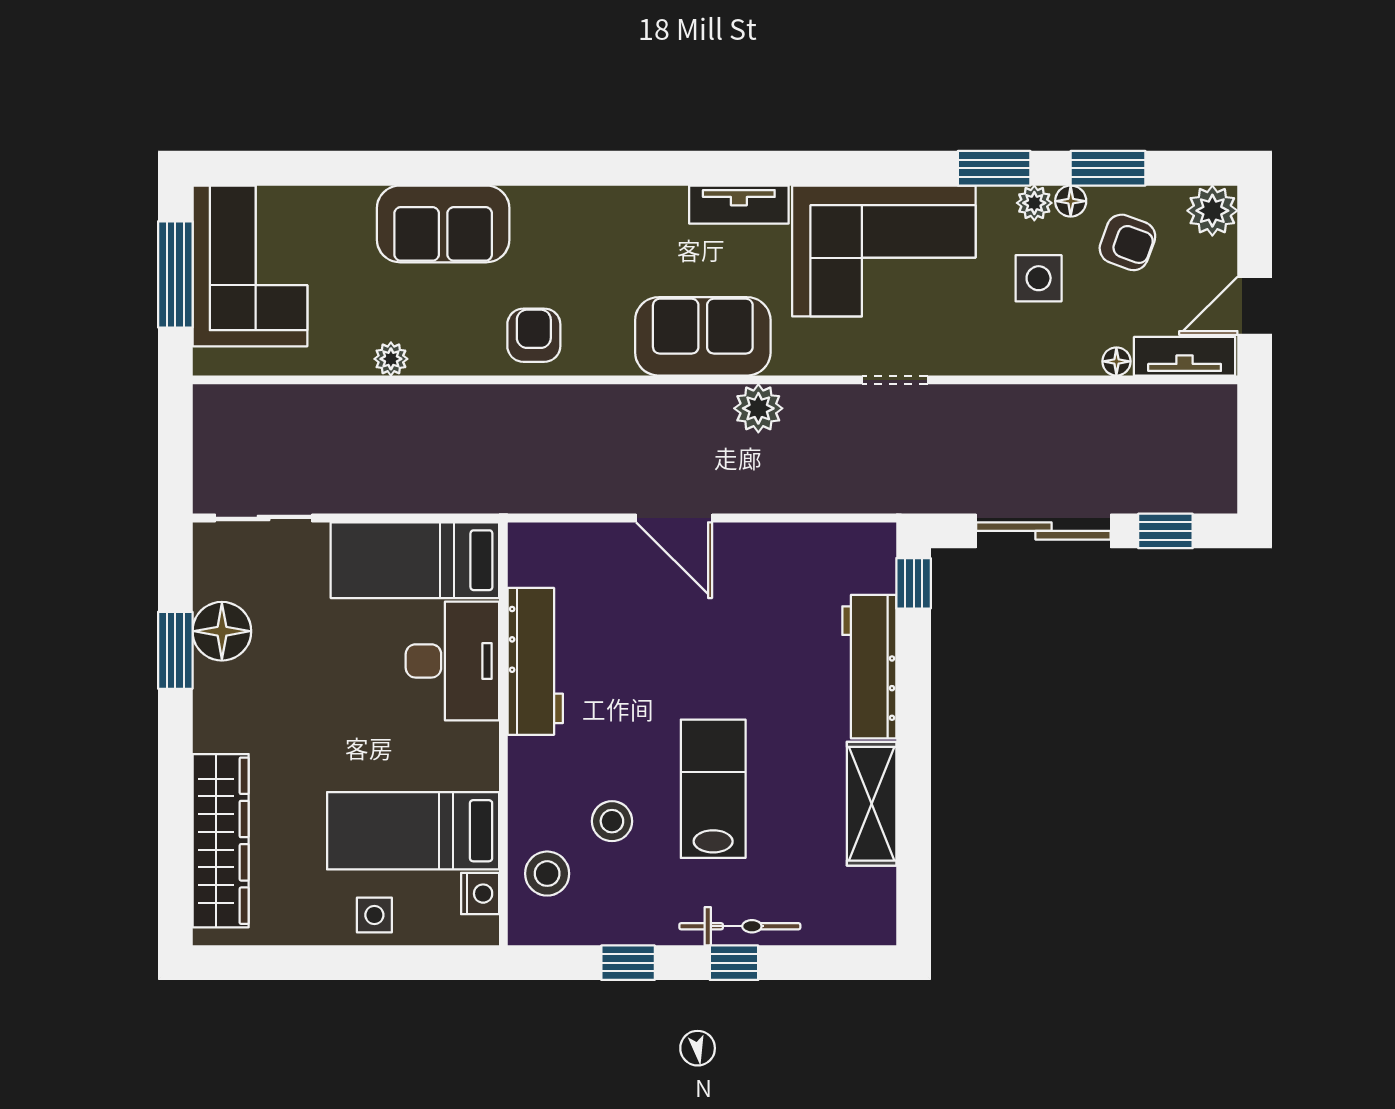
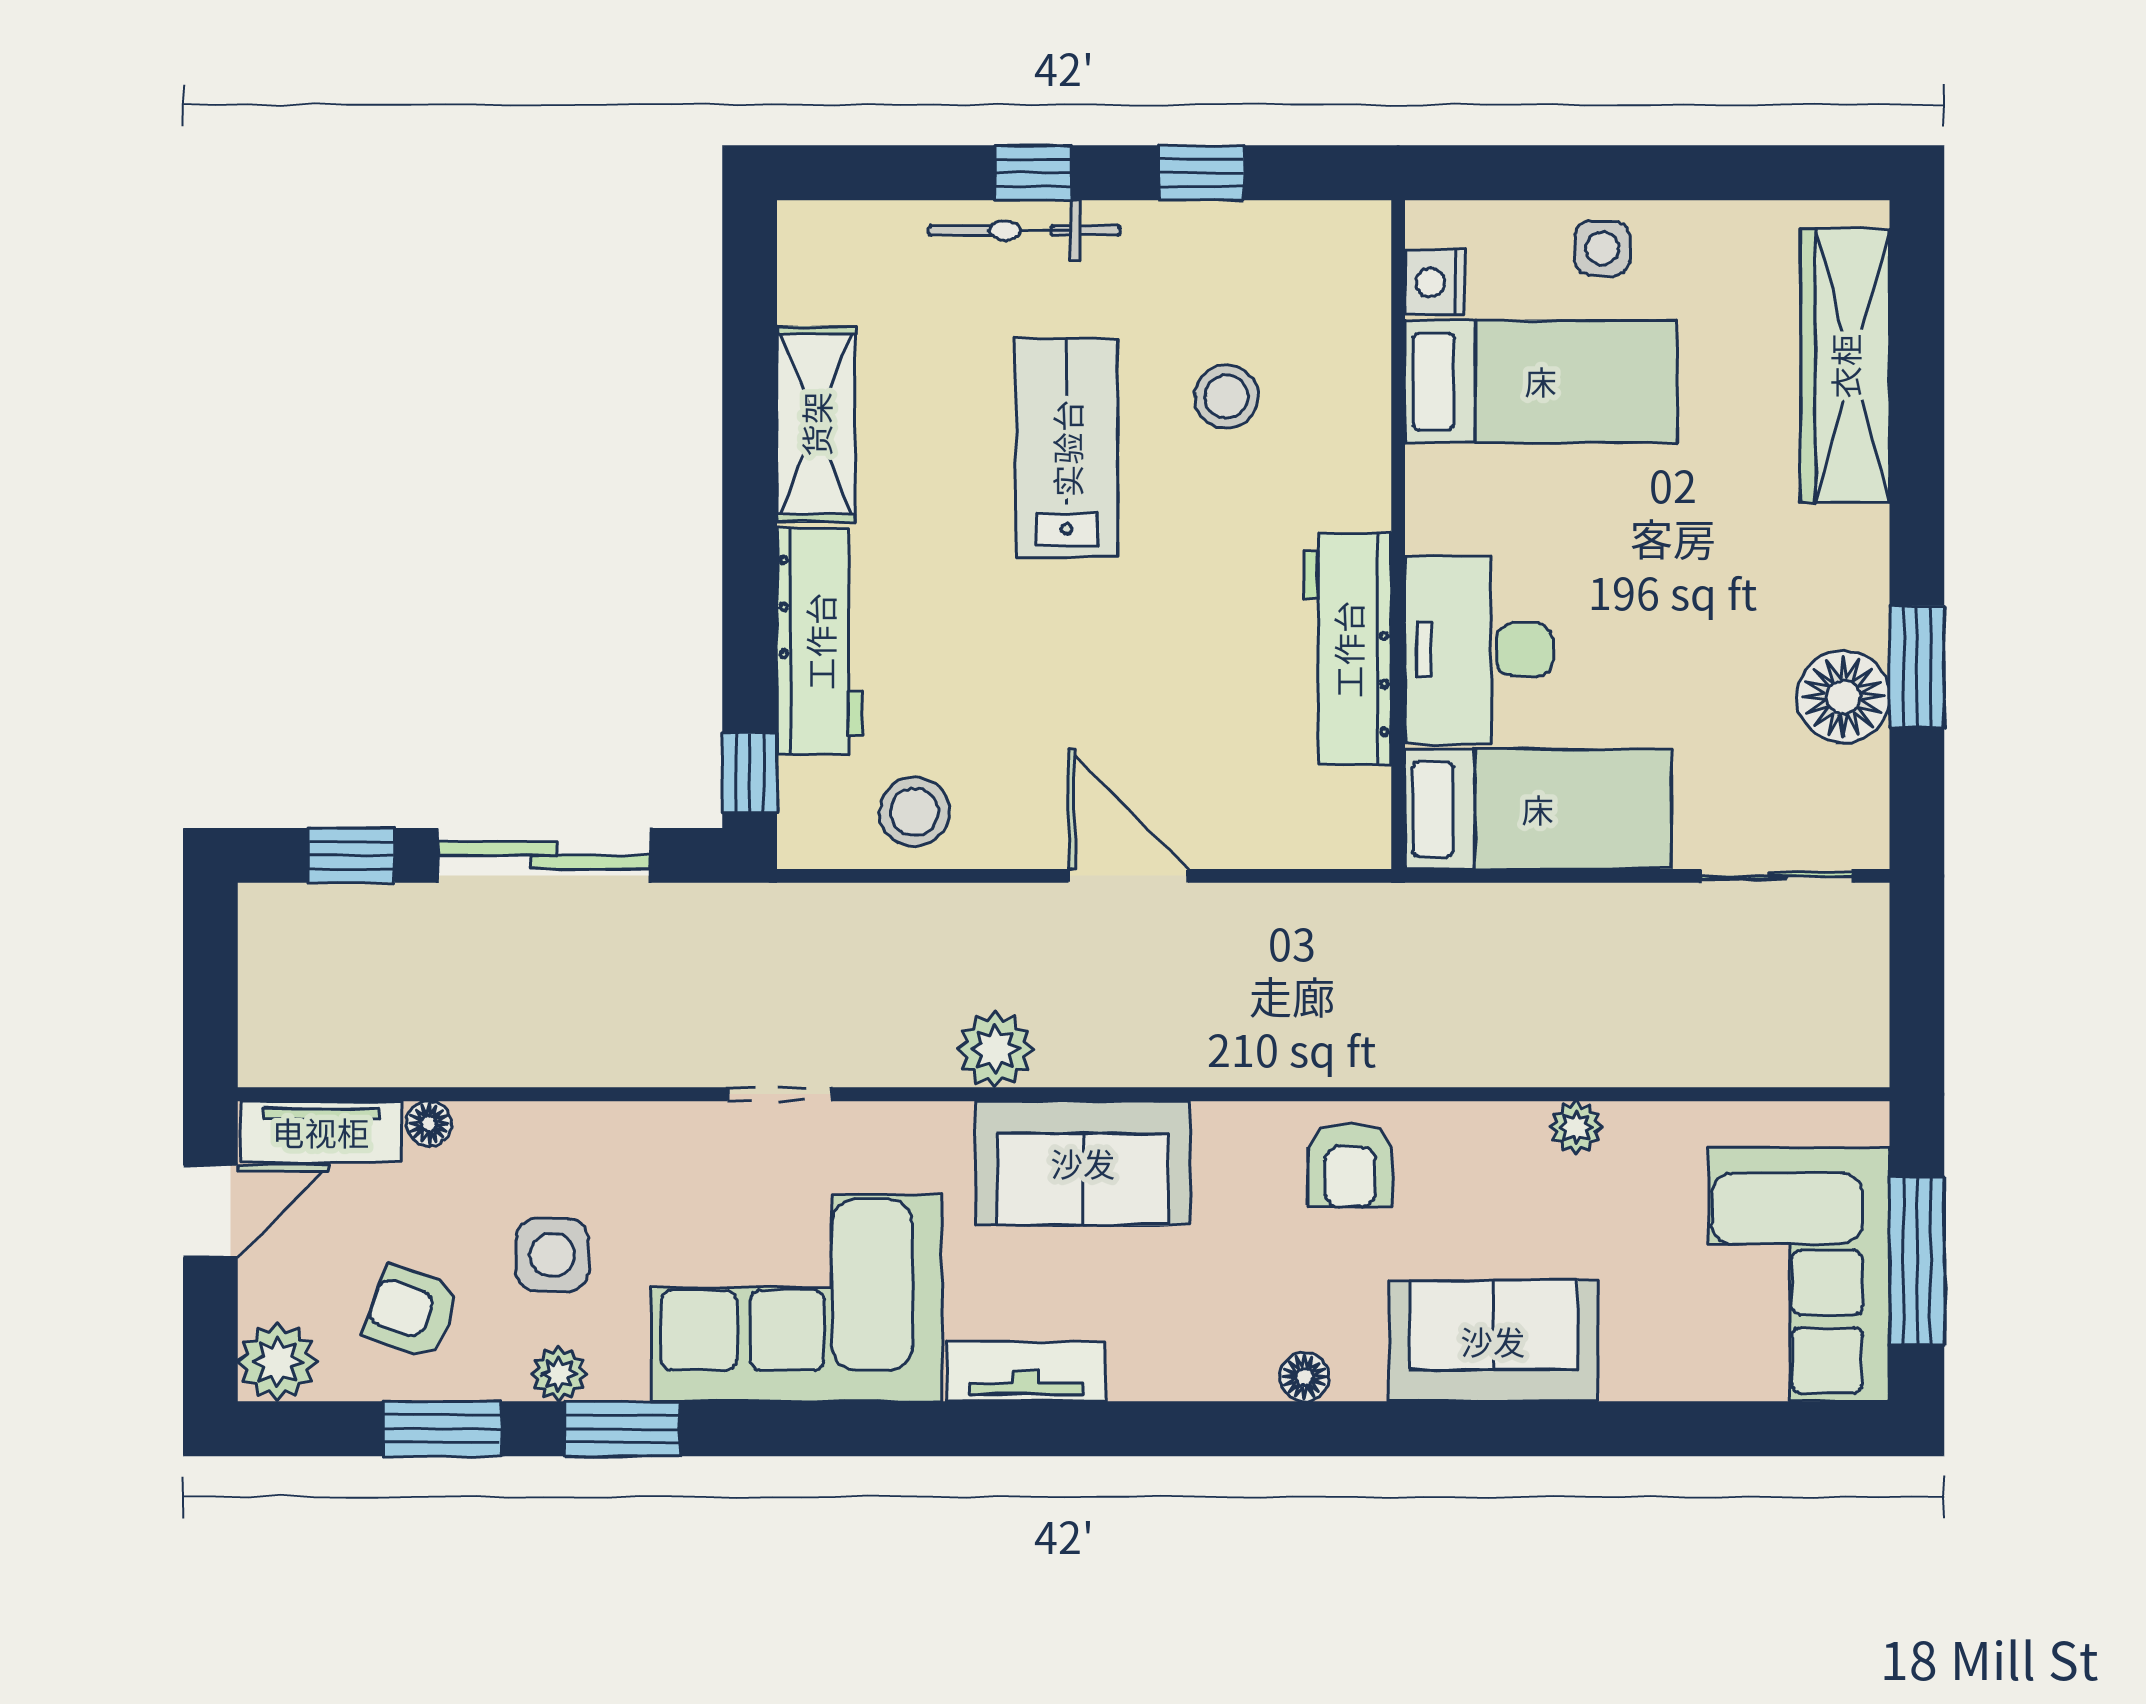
floor lamp: (1071, 201) -> (1304, 1377), moved
lab bench: (713, 789) -> (1067, 448), turned 180
stool: (547, 874) -> (915, 812), moved

